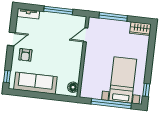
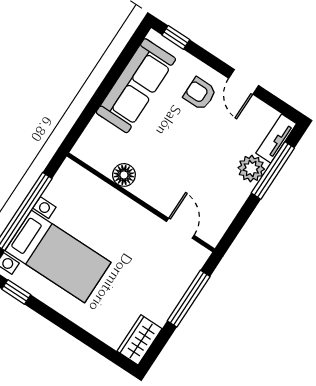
window: (58, 10) -> (273, 170), moved
plant: (46, 18) -> (251, 168), added
floor lamp: (73, 87) -> (124, 175), moved

